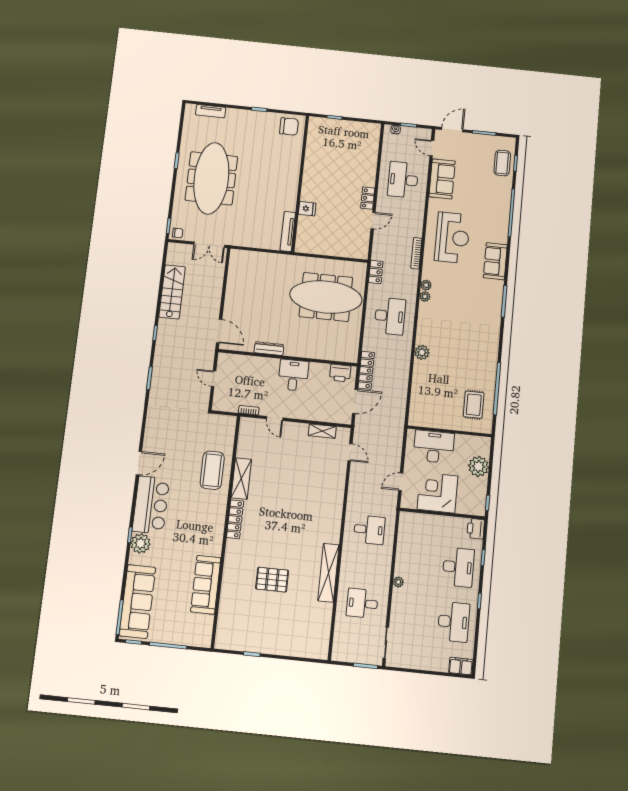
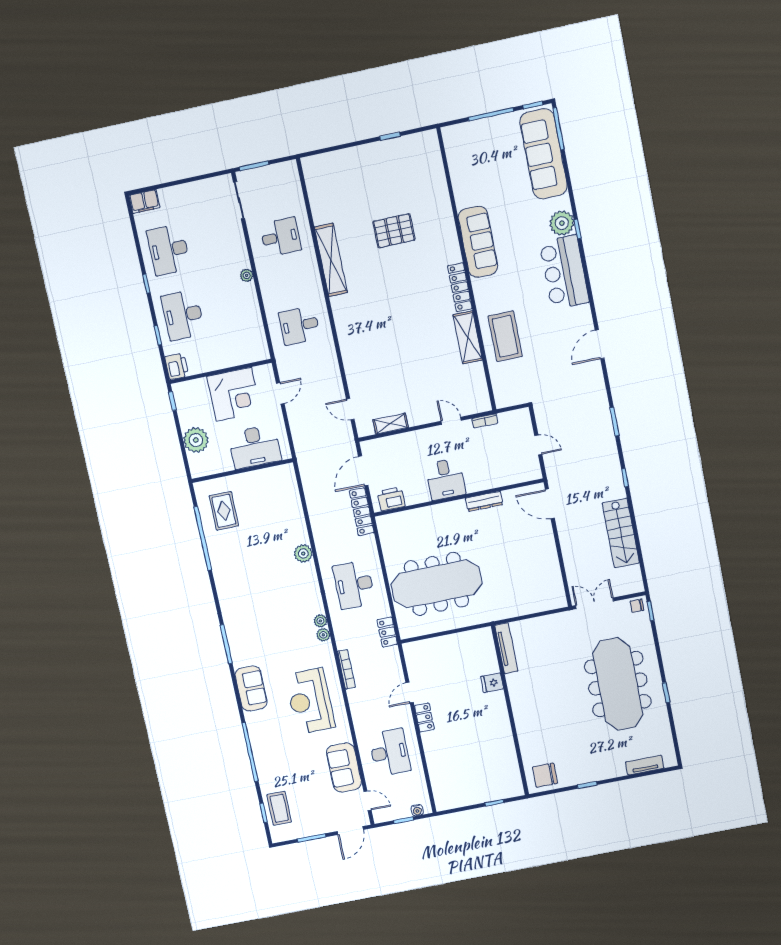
door: (139, 463) -> (600, 344), moved
sofa: (206, 585) -> (478, 242), moved

